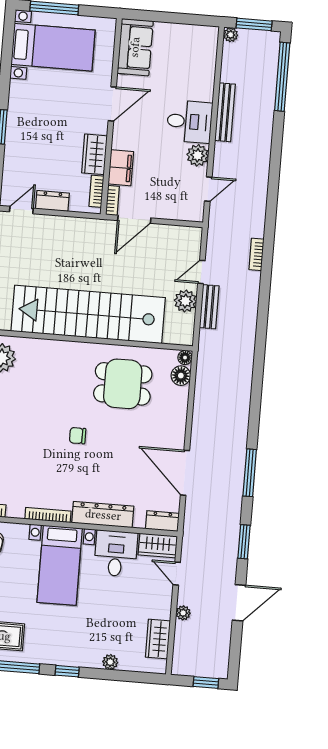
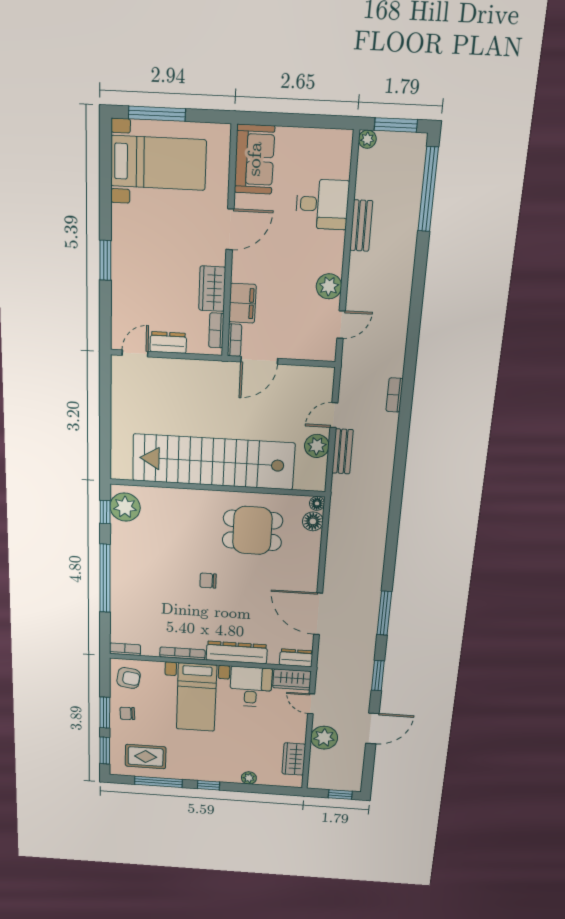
bench: (225, 112) -> (361, 226), width x0.73
desk: (189, 122) -> (322, 204), moved
plant: (183, 613) -> (324, 738), width x1.88, depth x1.88

